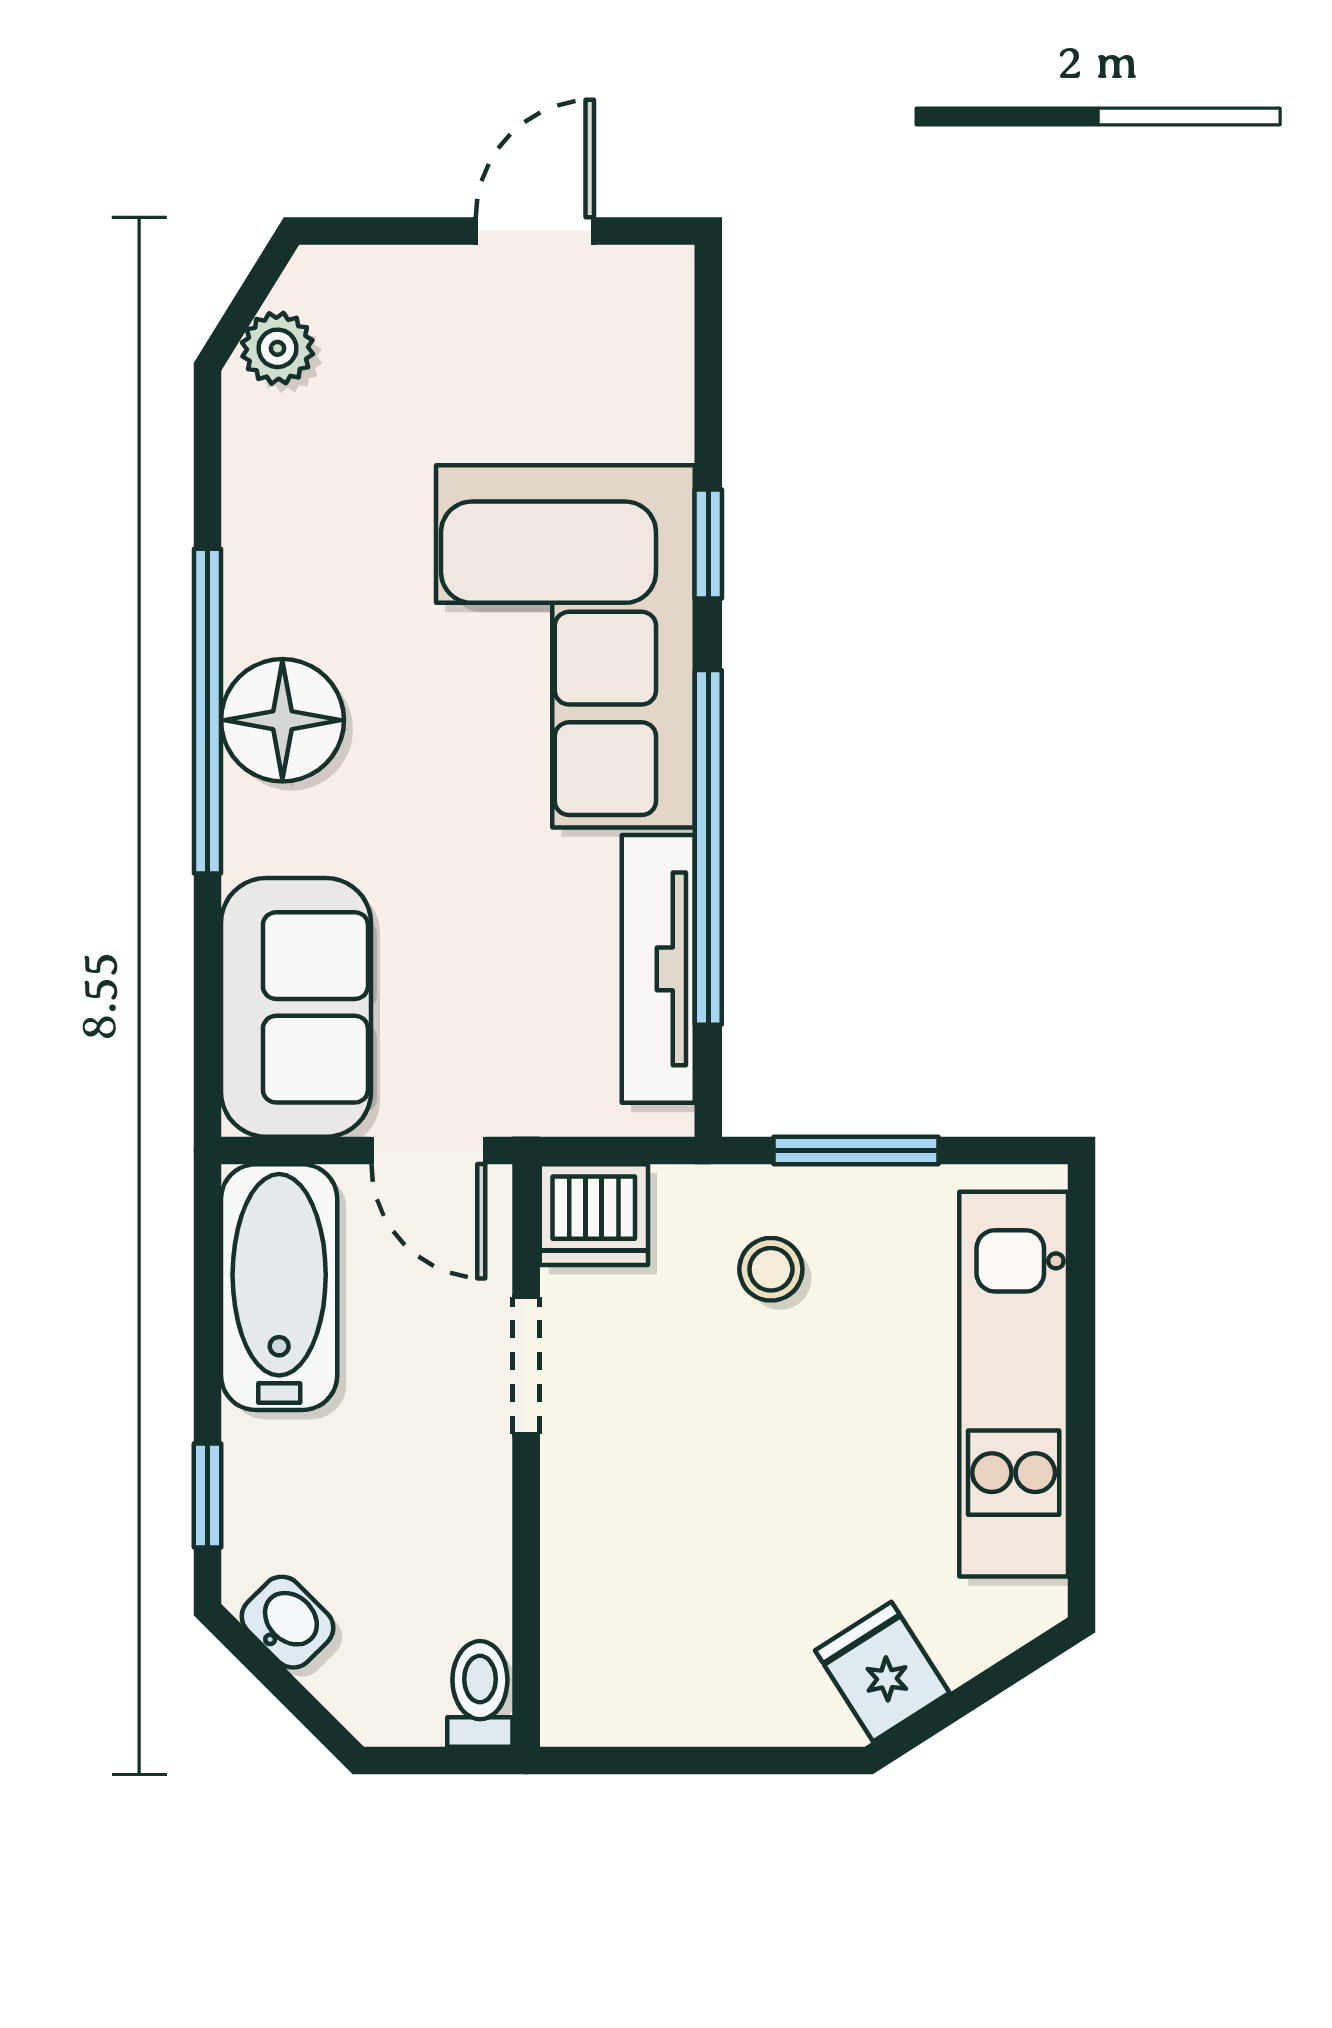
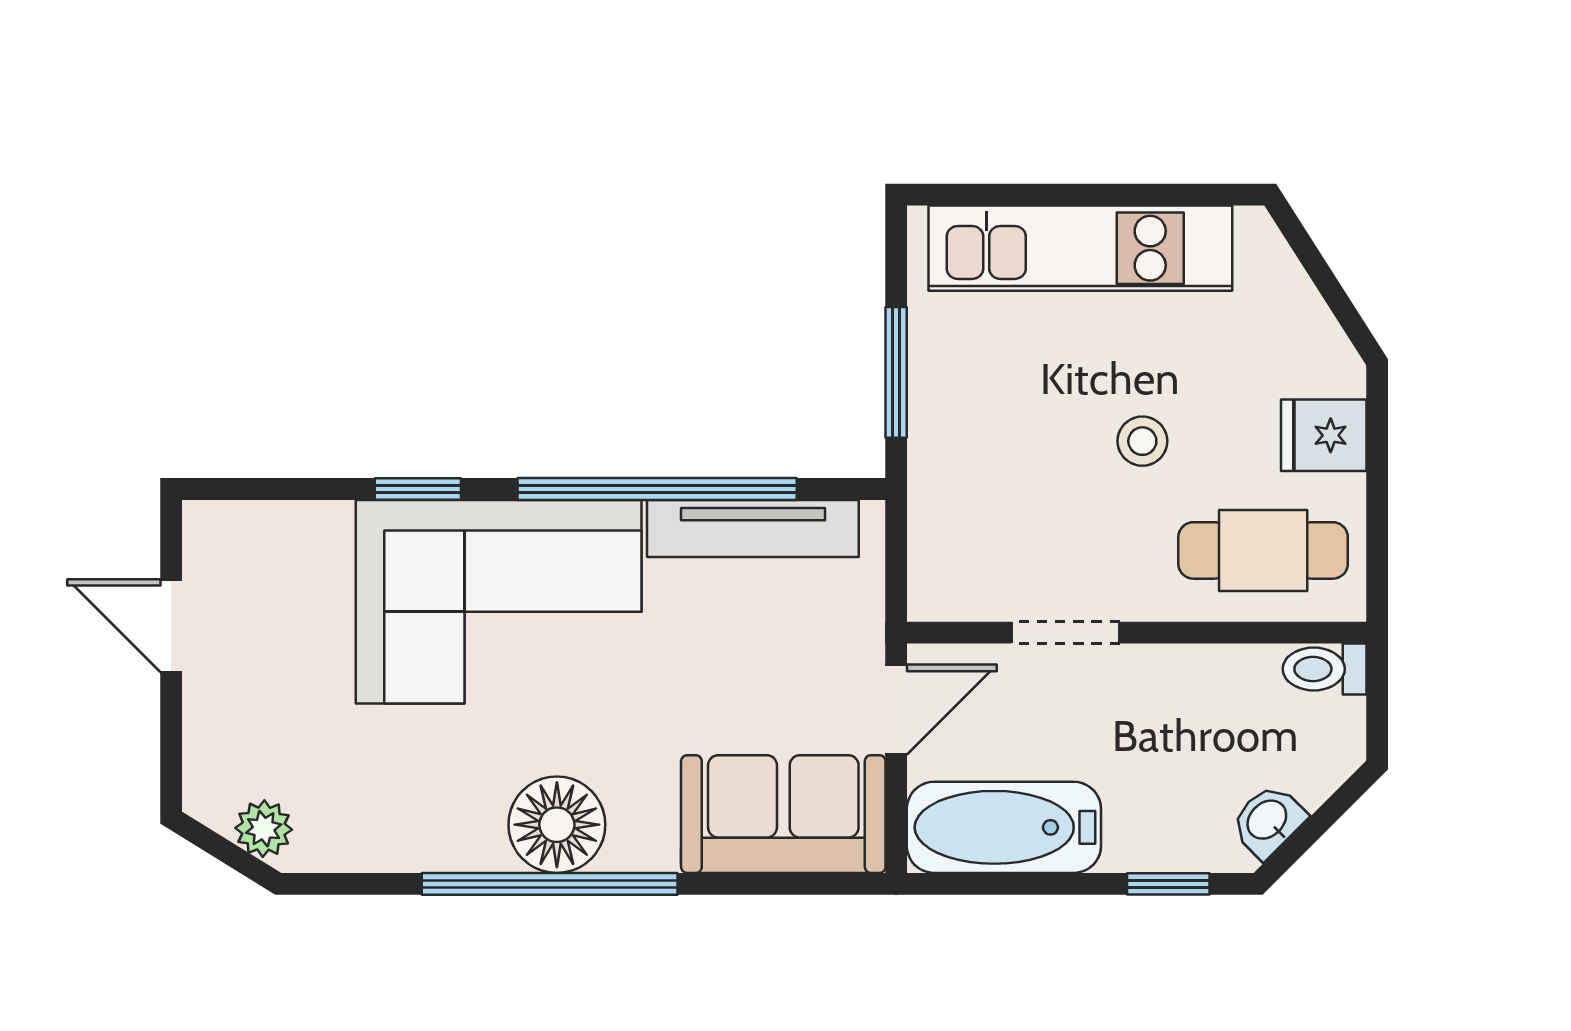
dishwasher: (594, 1215) -> (947, 579), removed
stool: (771, 1269) -> (1142, 441), moved
cafe table: (630, 1616) -> (1263, 550), added
fridge: (882, 1672) -> (1324, 435), moved, turned 33

